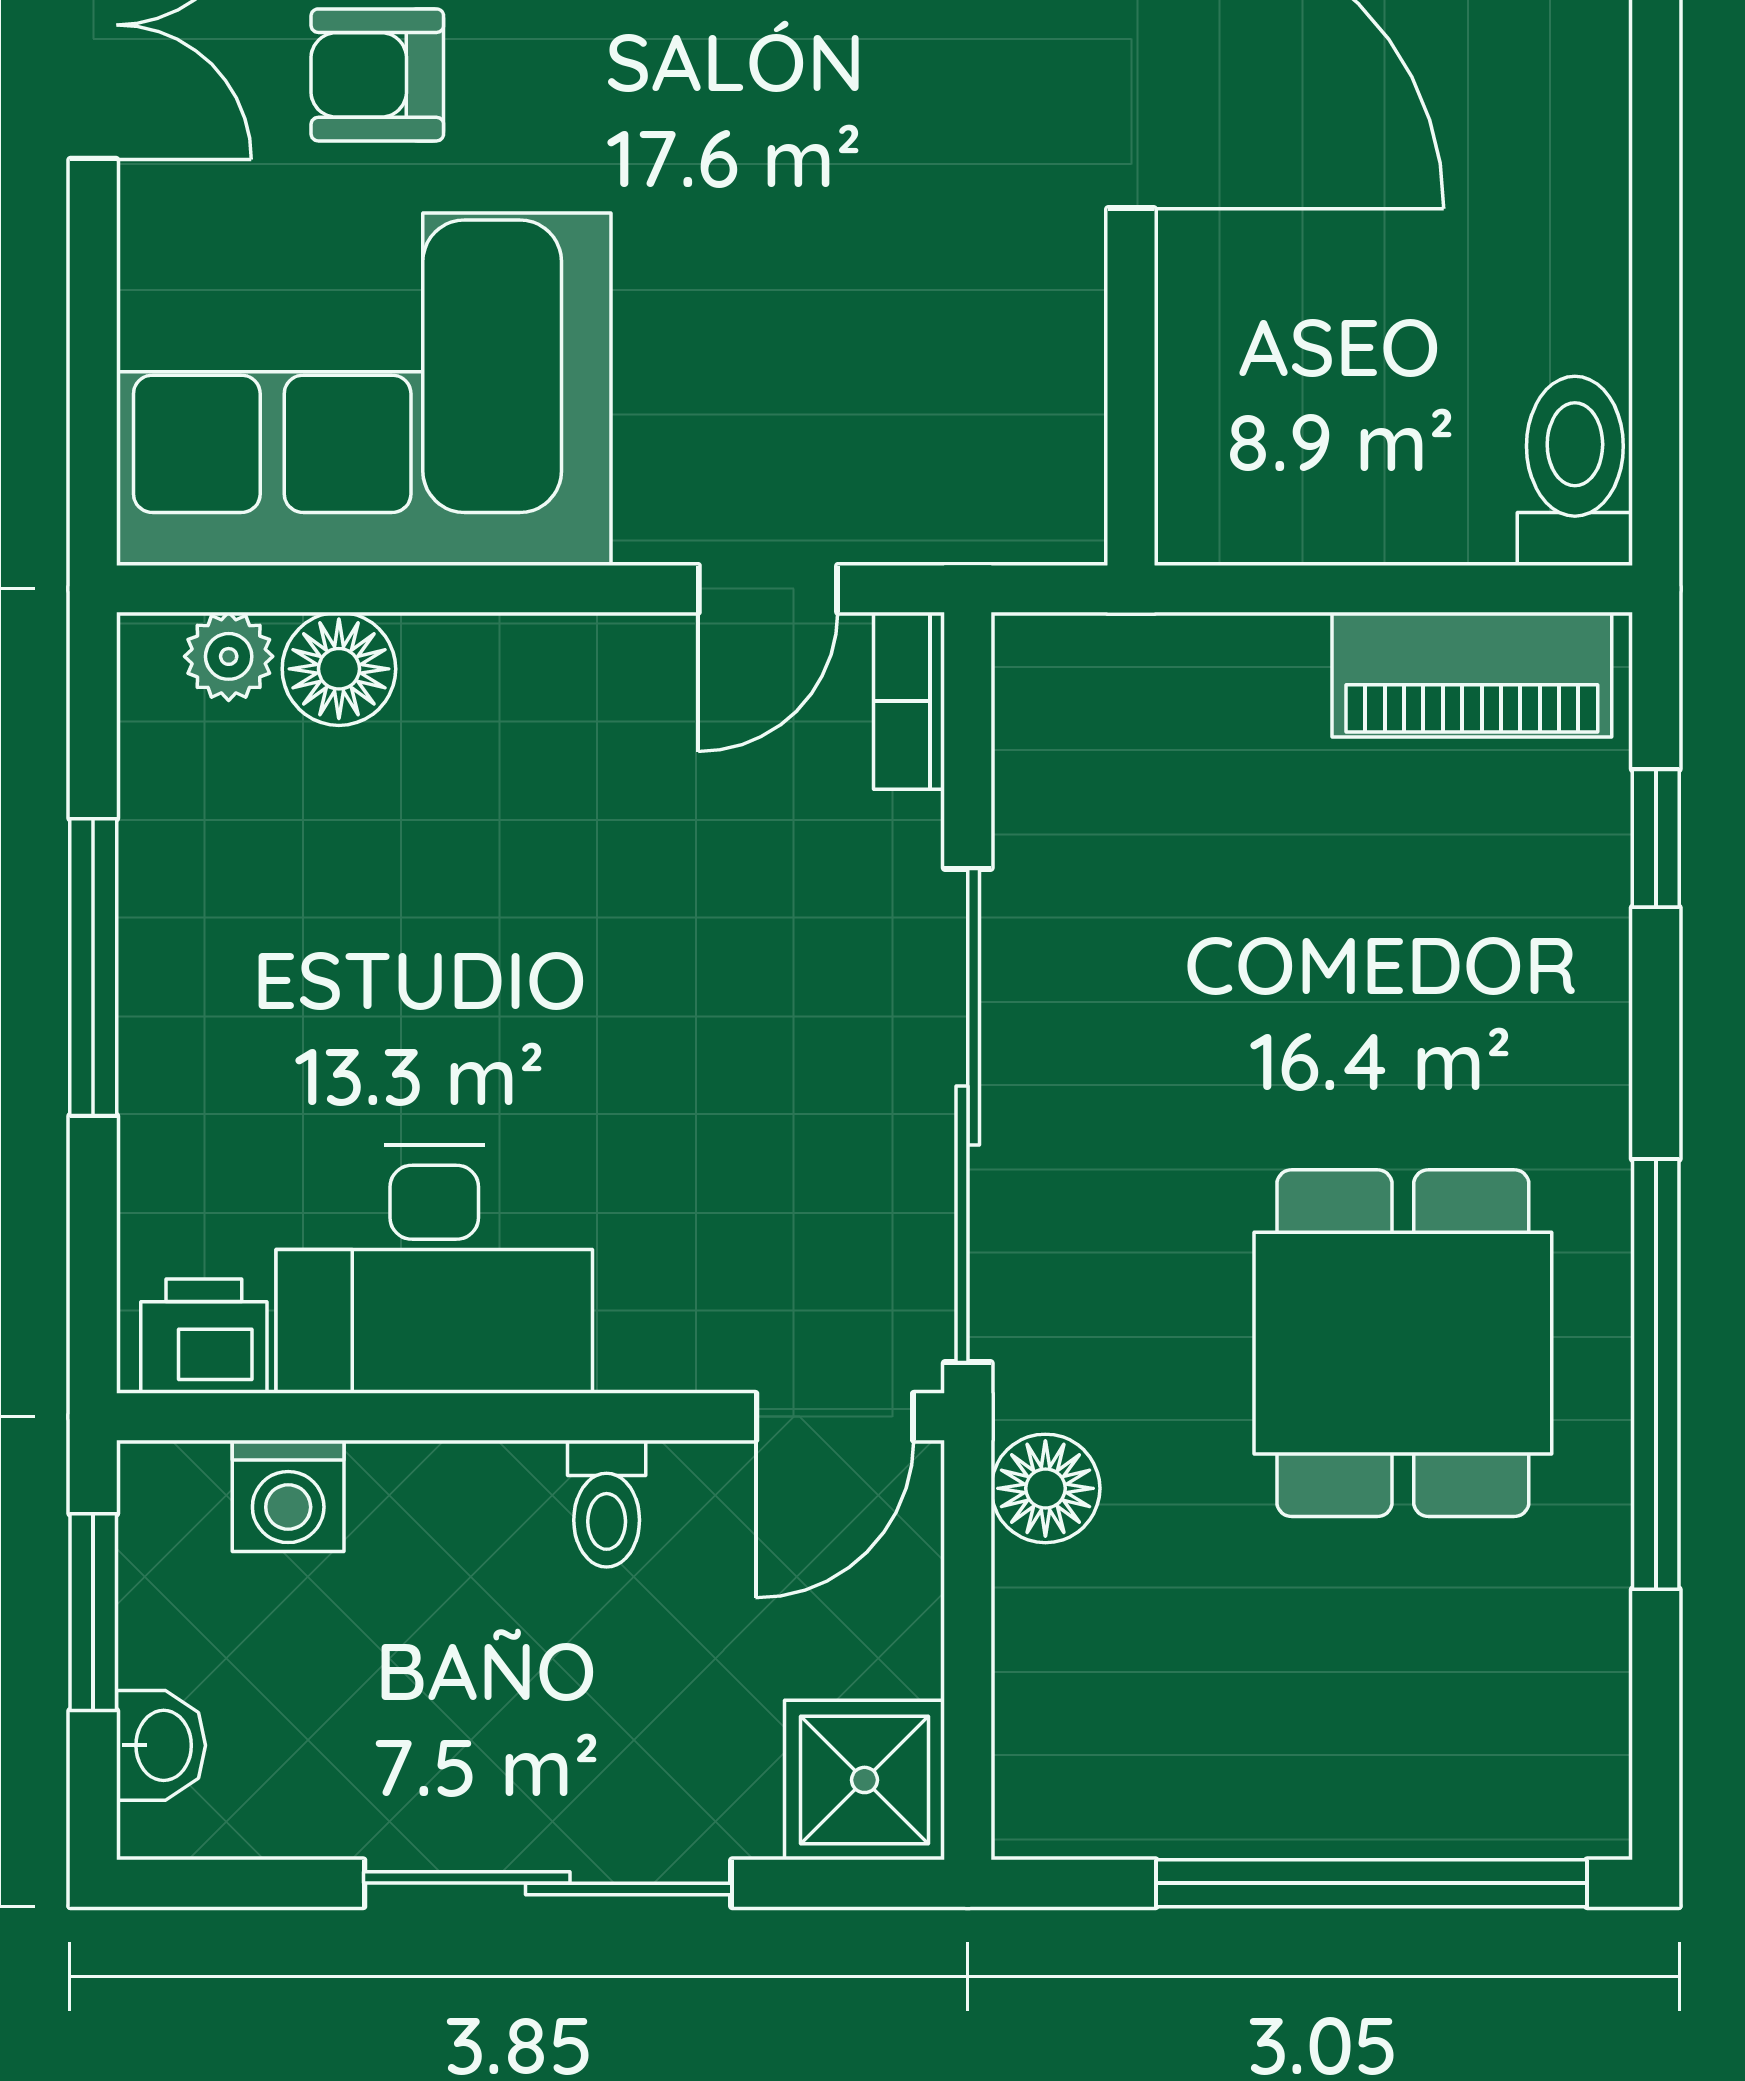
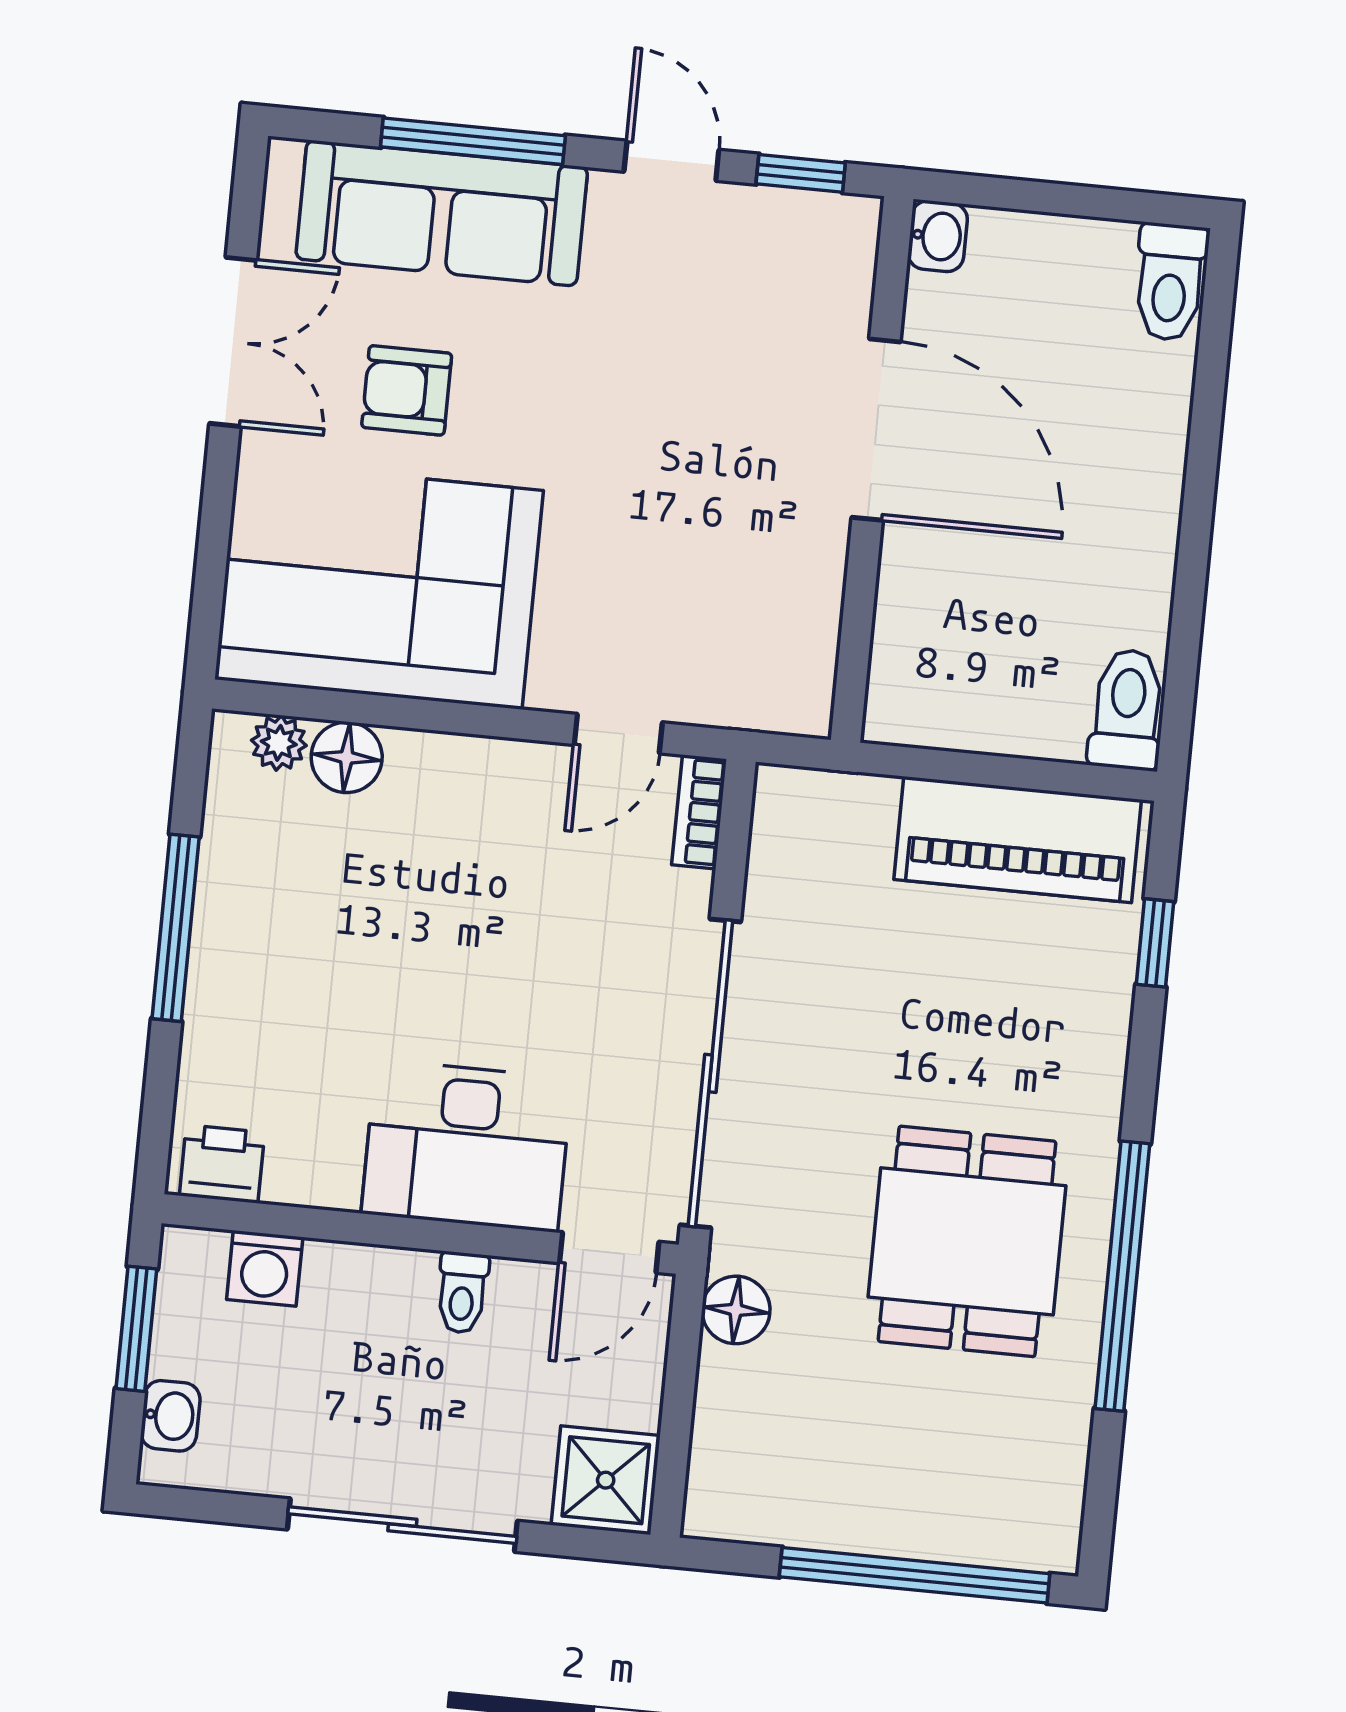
piano: (1472, 675) -> (1018, 840), width x1.37, depth x1.33
desk: (434, 1269) -> (467, 1146), moved

